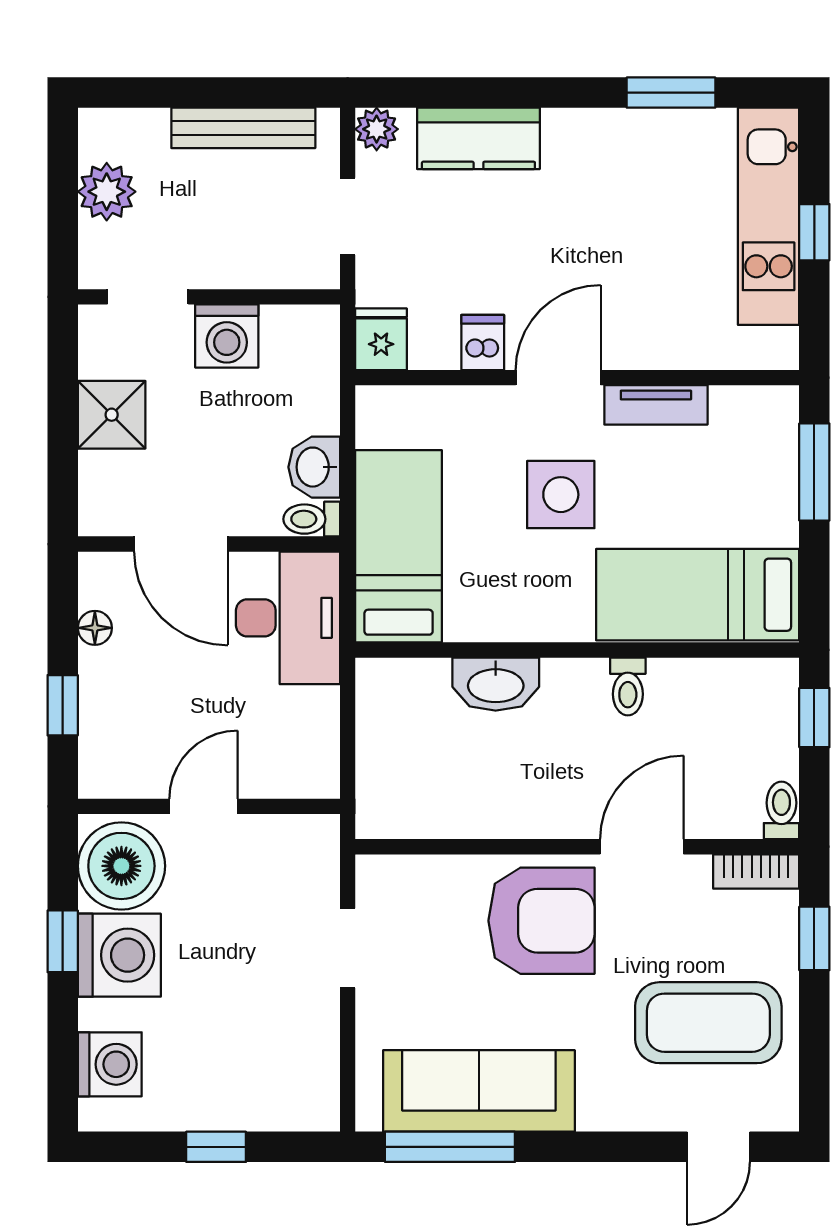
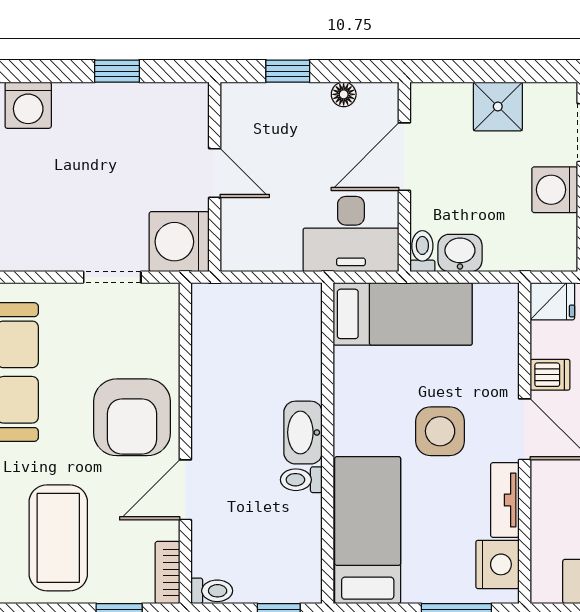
nightstand: (745, 415) -> (497, 564), added
washbasin: (496, 684) -> (303, 433), moved
door: (642, 847) -> (185, 490), swing flipped
boiler: (121, 866) -> (172, 114), removed
washing machine: (119, 955) -> (179, 242), moved, turned 90

